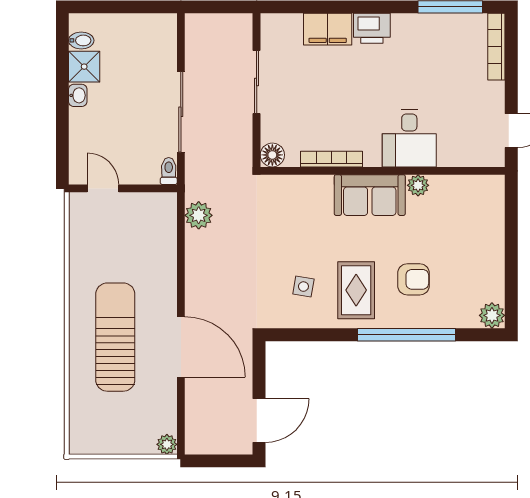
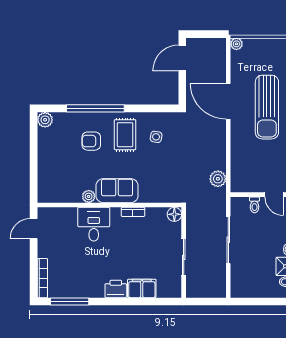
bookcase: (332, 159) -> (133, 212), width x0.64
toilet: (169, 171) -> (255, 205), moved

